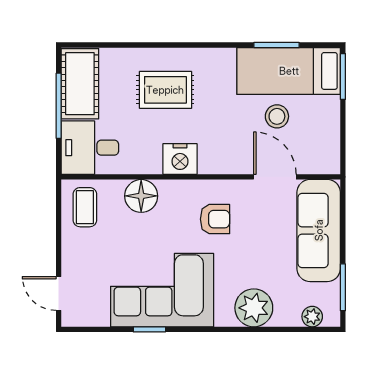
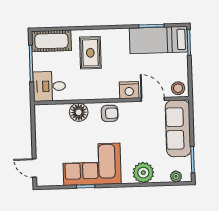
cot: (80, 84) -> (51, 41), moved, turned 90
rug: (165, 90) -> (90, 53), turned 90
stool: (277, 116) -> (178, 88), moved
nightstand: (180, 159) -> (129, 90), moved
coffee table: (85, 207) -> (47, 120), removed
armchair: (215, 219) -> (110, 113), moved

